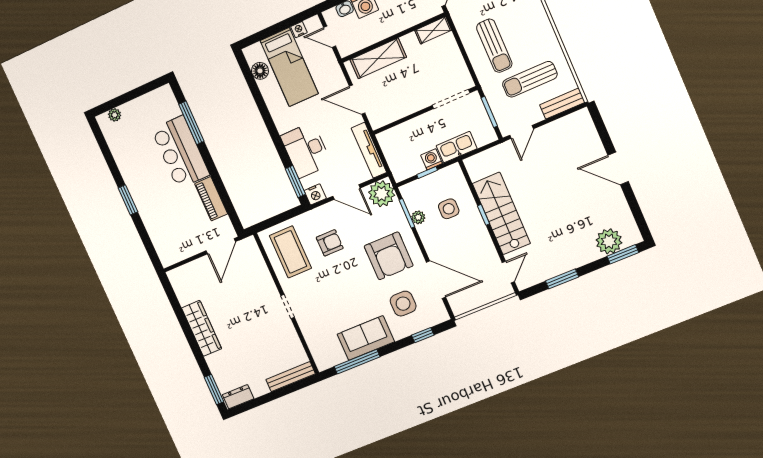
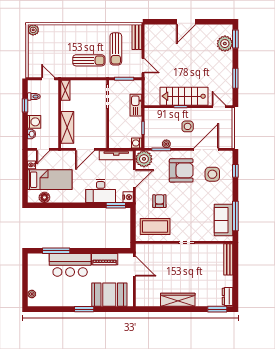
washing machine: (432, 159) -> (137, 143), moved
side table: (449, 209) -> (188, 126), moved
booth: (164, 227) -> (109, 295), added
sofa: (366, 338) -> (223, 220), moved

